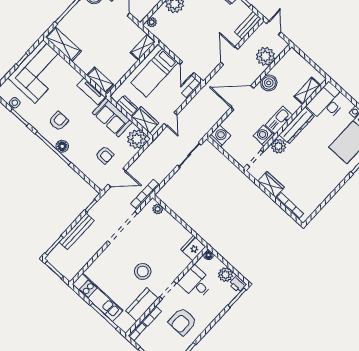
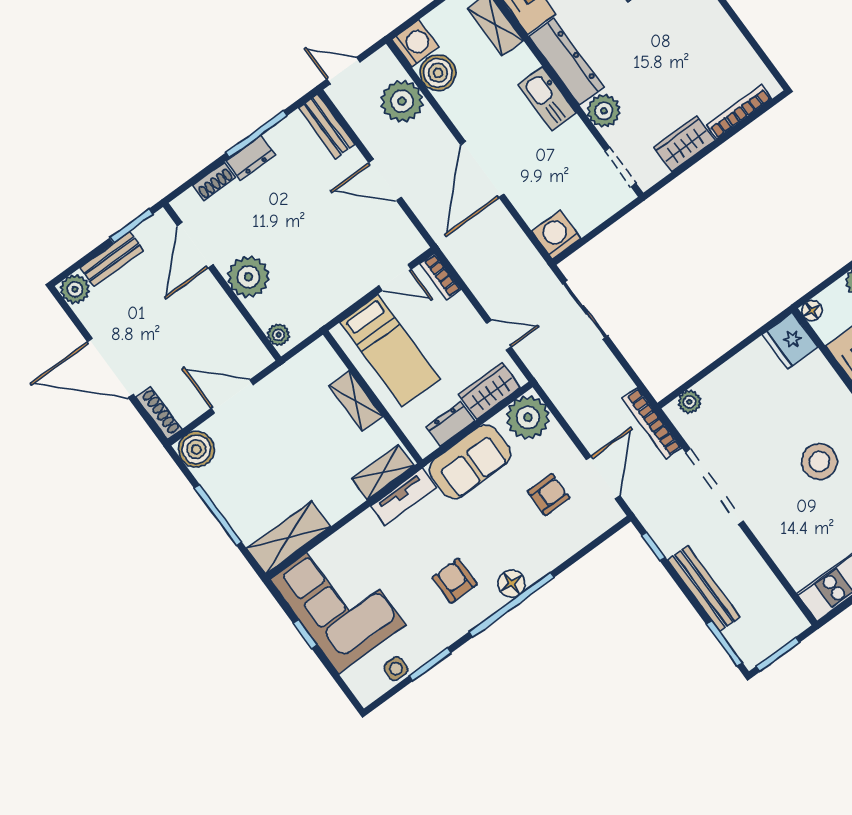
shelving: (143, 47) -> (356, 401), moved
boiler: (269, 83) -> (438, 73), moved
washing machine: (264, 136) -> (415, 43), moved, turned 180

